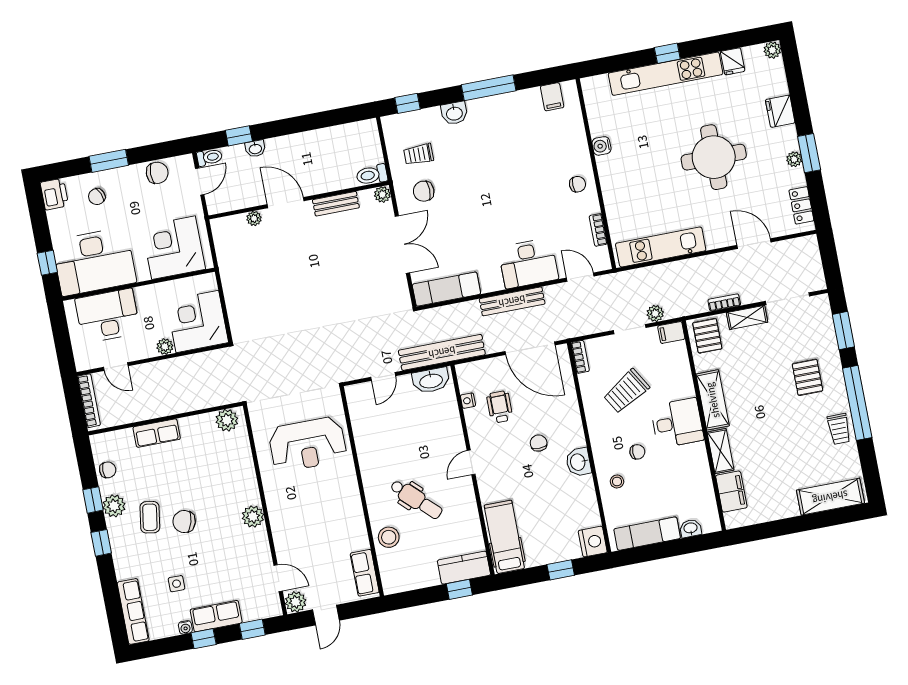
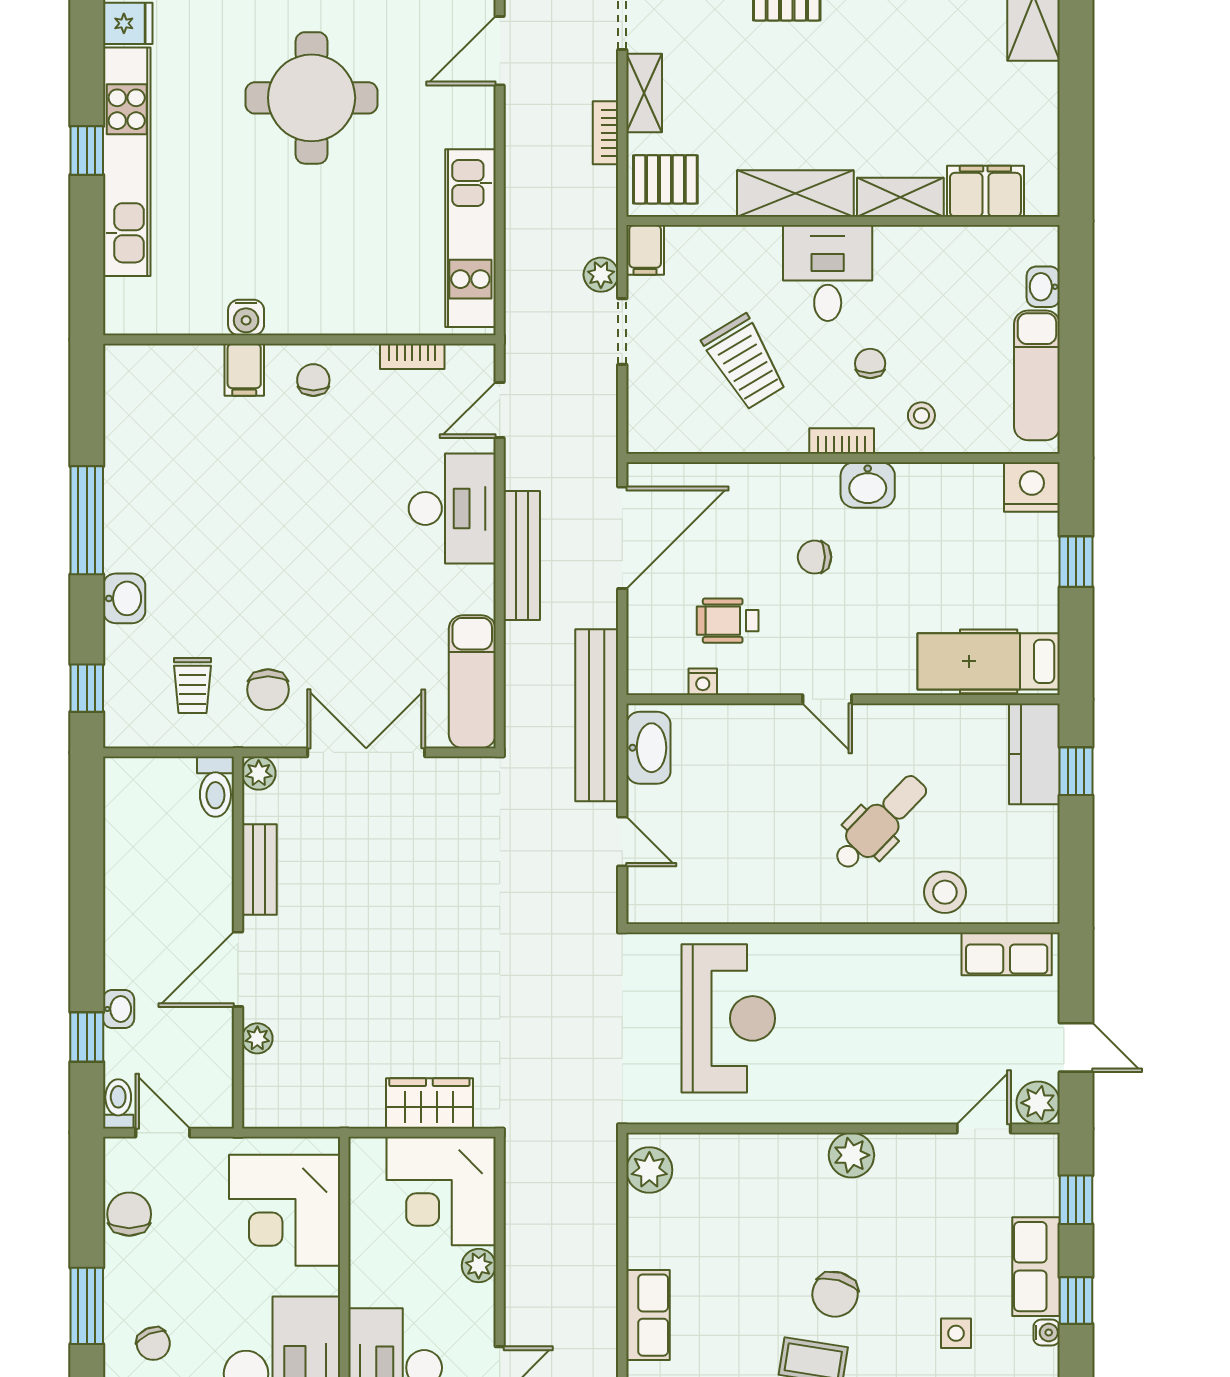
filing cabinet: (552, 97) -> (244, 370), moved, turned 90
wardrobe: (239, 308) -> (429, 1103), added
bookcase: (580, 357) -> (842, 441), moved

